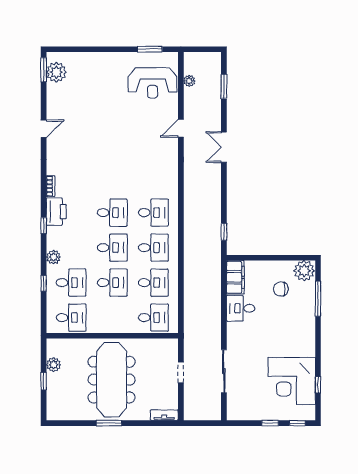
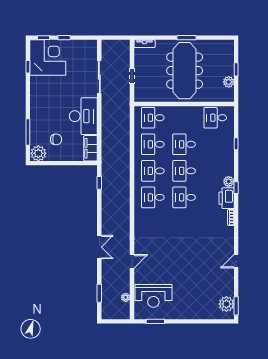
reception desk: (153, 83) -> (153, 296), turned 180
plant: (53, 257) -> (229, 181), moved
desk: (71, 283) -> (215, 144), removed
desk: (241, 308) -> (83, 116), width x1.87, depth x1.30
corner desk: (292, 381) -> (48, 58), moved

